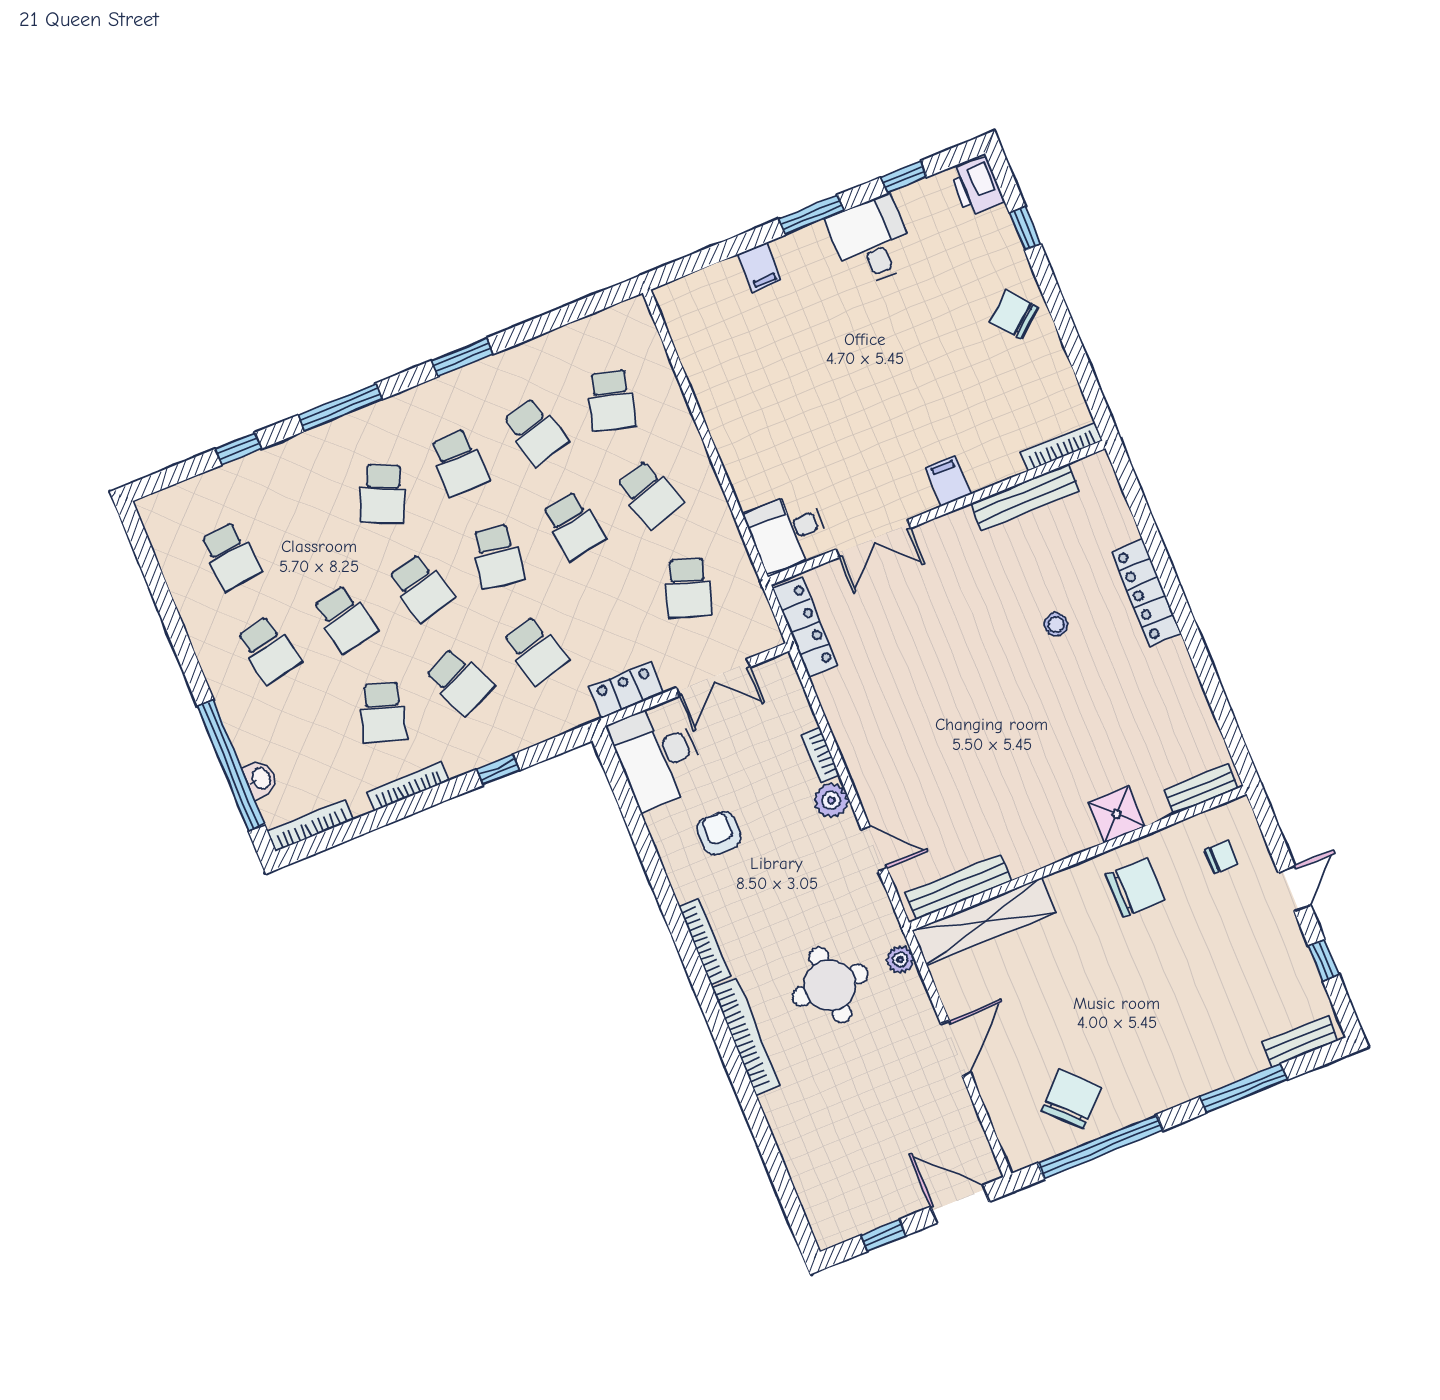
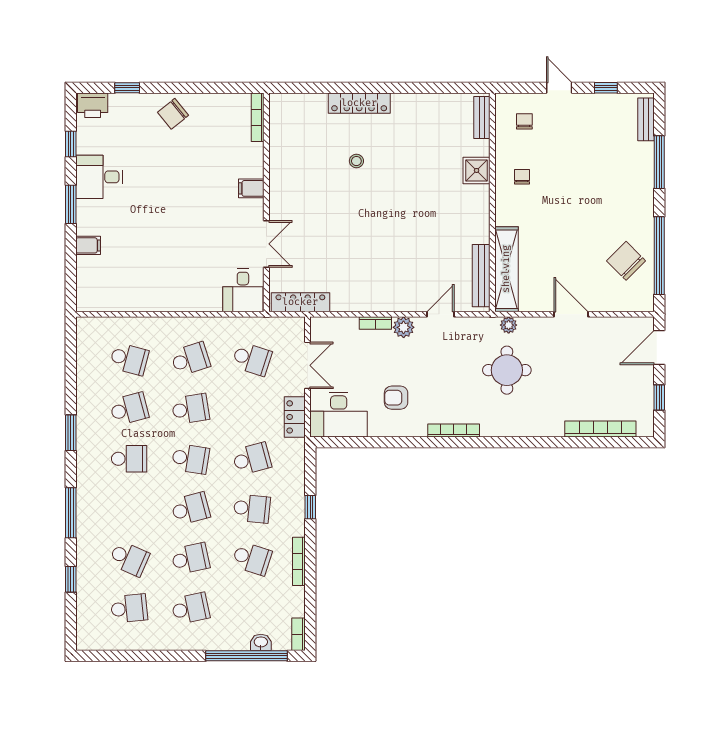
school desk: (383, 494) -> (129, 559), moved
bench: (1025, 497) -> (278, 149), removed
school desk: (459, 681) -> (252, 509), turned 30
bookcase: (310, 826) -> (299, 634), width x0.64
chair: (1135, 887) -> (522, 177), width x0.54, depth x0.54
bookcase: (746, 1036) -> (600, 429), moved

